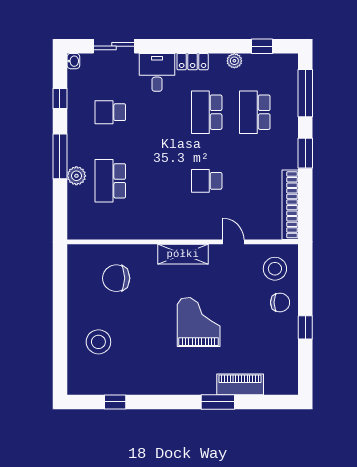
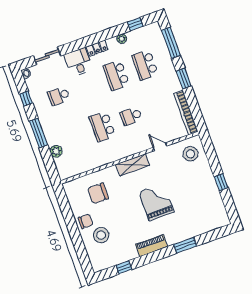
plant: (76, 176) -> (56, 151), moved
school desk: (110, 181) -> (102, 126), moved
chair: (280, 302) -> (86, 221), moved
piano: (240, 384) -> (152, 246), moved

